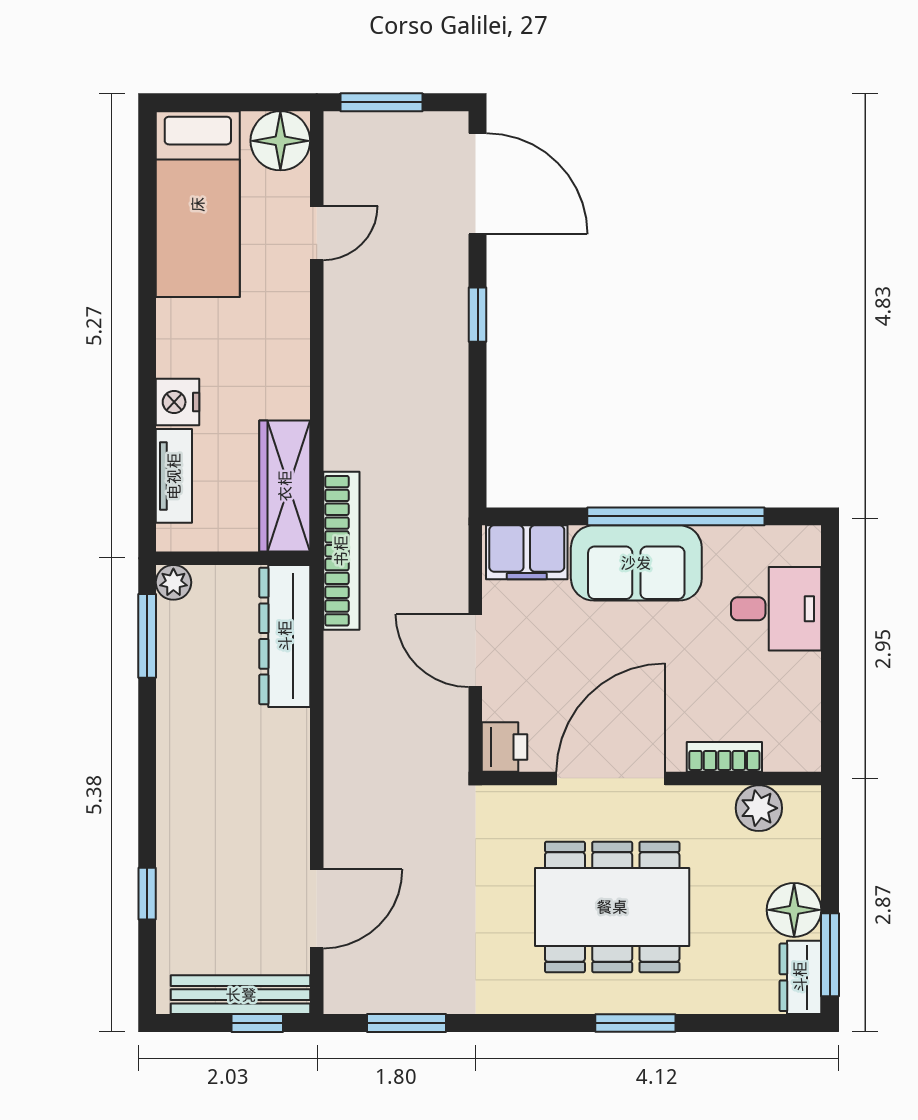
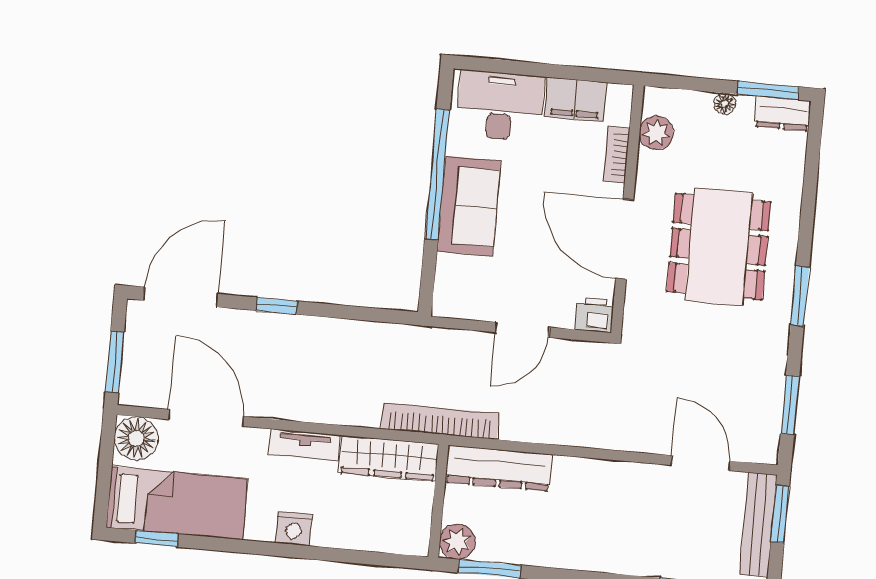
window: (147, 181) -> (157, 539), added
door: (317, 233) -> (206, 418), width x1.87
nightstand: (177, 402) -> (294, 529), moved
tv unit: (174, 476) -> (305, 445), moved, turned 180
filing cabinet: (527, 552) -> (576, 100), moved, turned 90
plant: (173, 582) -> (457, 542), width x1.38, depth x1.38
desk: (776, 609) -> (500, 106), width x1.37
floor lamp: (794, 910) -> (725, 104), width x0.53, depth x0.53
window: (257, 1023) -> (780, 514), width x1.50
window: (635, 1023) -> (800, 296), moved

